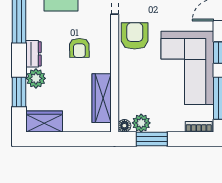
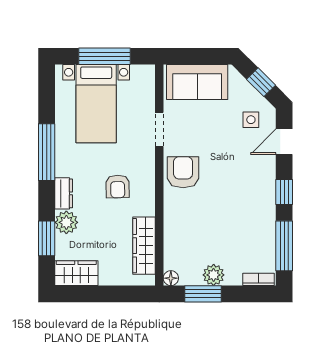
corner sofa: (187, 68) -> (245, 210), removed
plant: (141, 123) -> (214, 275), moved

